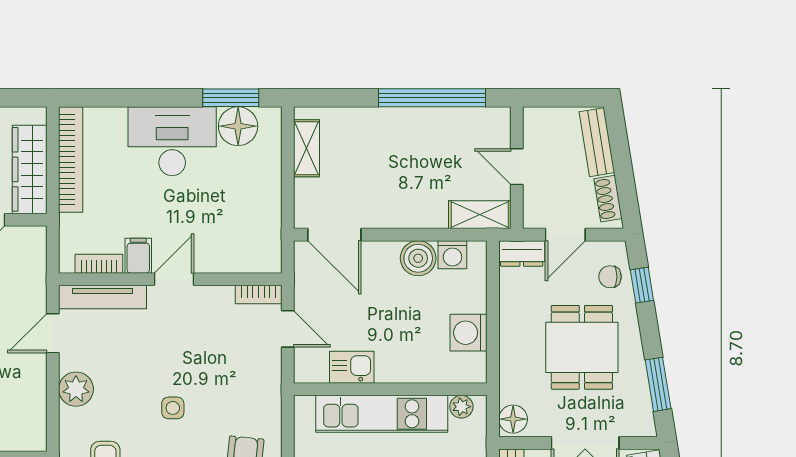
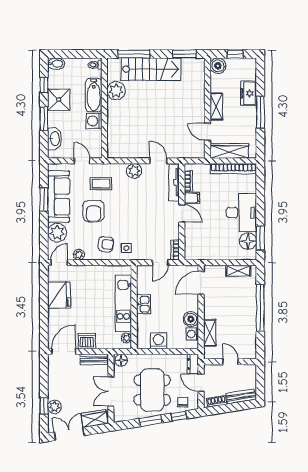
window: (432, 98) -> (260, 308), moved
door: (517, 167) -> (230, 362), hinge flipped
shelving: (480, 215) -> (210, 333), moved
dining table: (582, 347) -> (152, 390), width x1.38
kitchen sink: (352, 367) -> (144, 304), moved
window: (658, 384) -> (151, 421), moved
side table: (173, 408) -> (126, 248), moved

